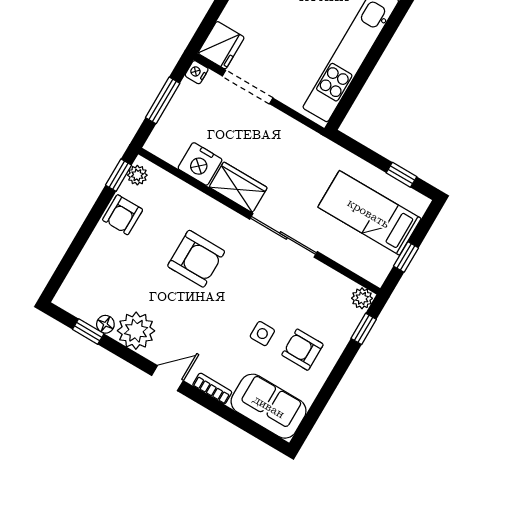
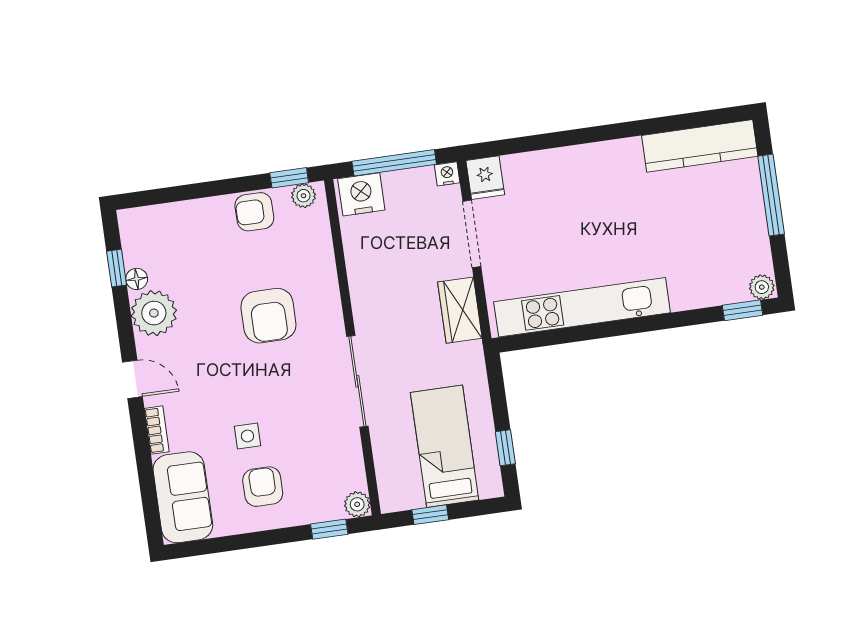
fridge: (221, 45) -> (485, 178), width x0.72
window: (163, 100) -> (394, 163), width x1.44
nightstand: (200, 164) -> (361, 194), moved, turned 90
wardrobe: (238, 187) -> (460, 310), moved, turned 180

